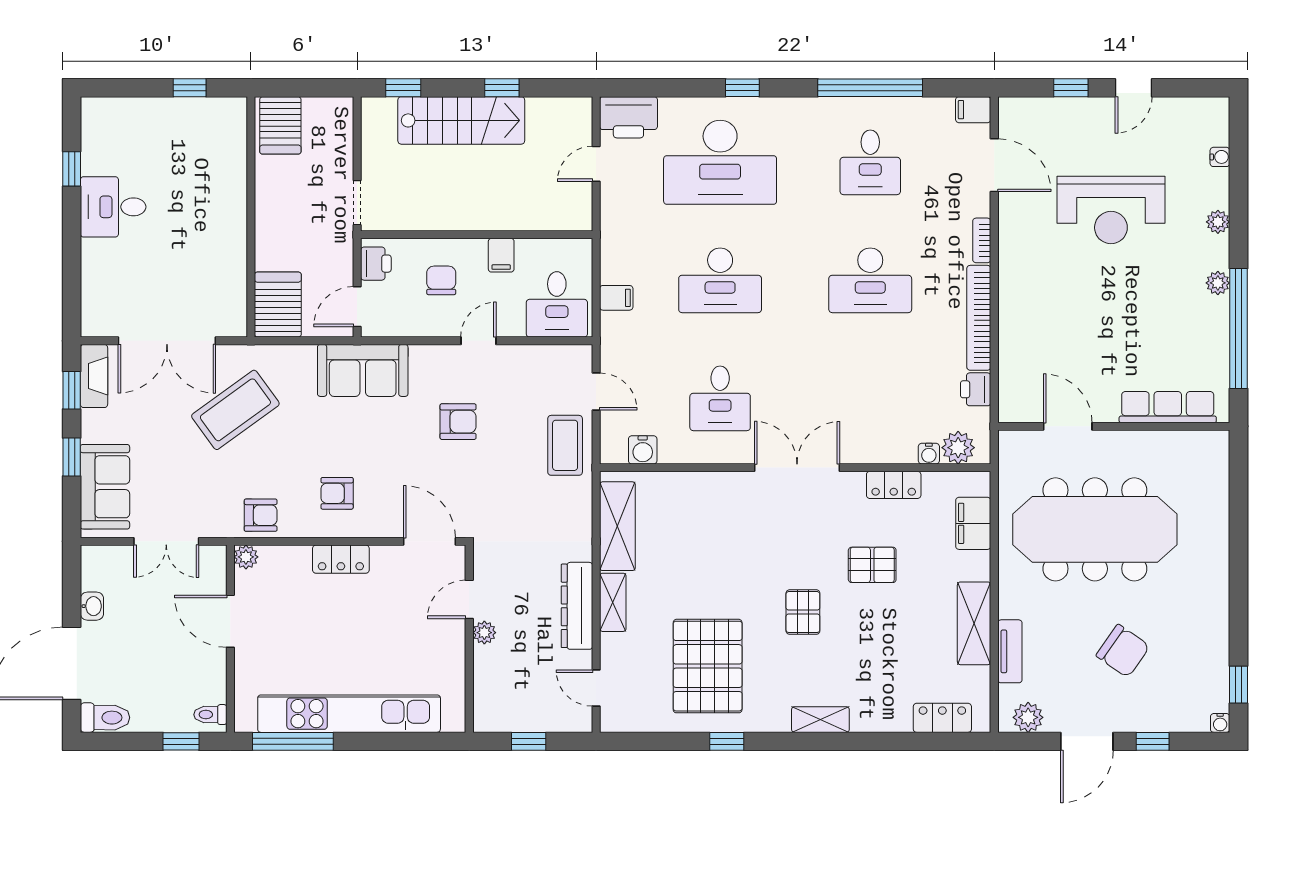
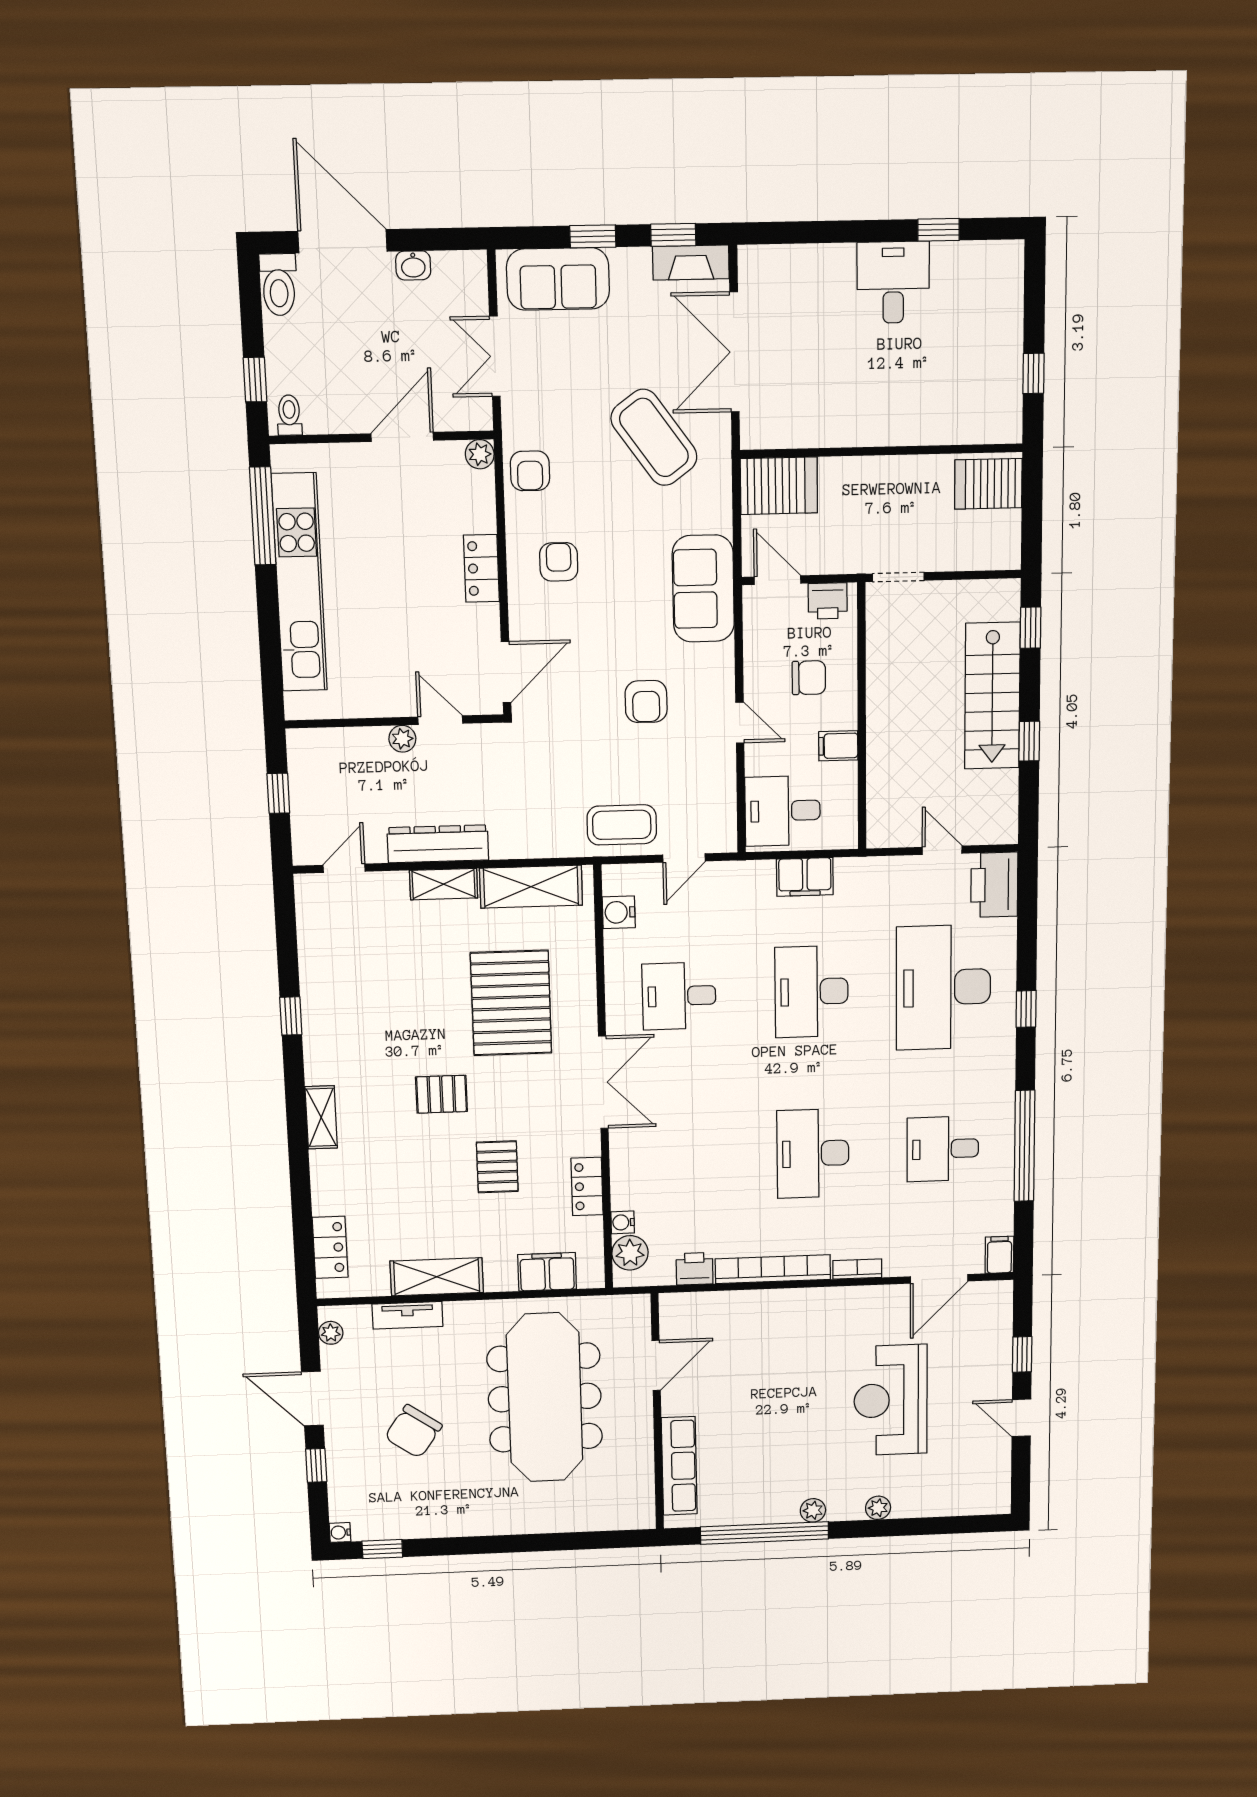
water cooler: (1220, 157) -> (947, 1507), removed
filing cabinet: (616, 298) -> (805, 877), width x2.00
pallet: (708, 666) -> (511, 1003), moved, turned 90
plant: (1028, 717) -> (331, 1333), width x0.73, depth x0.73

